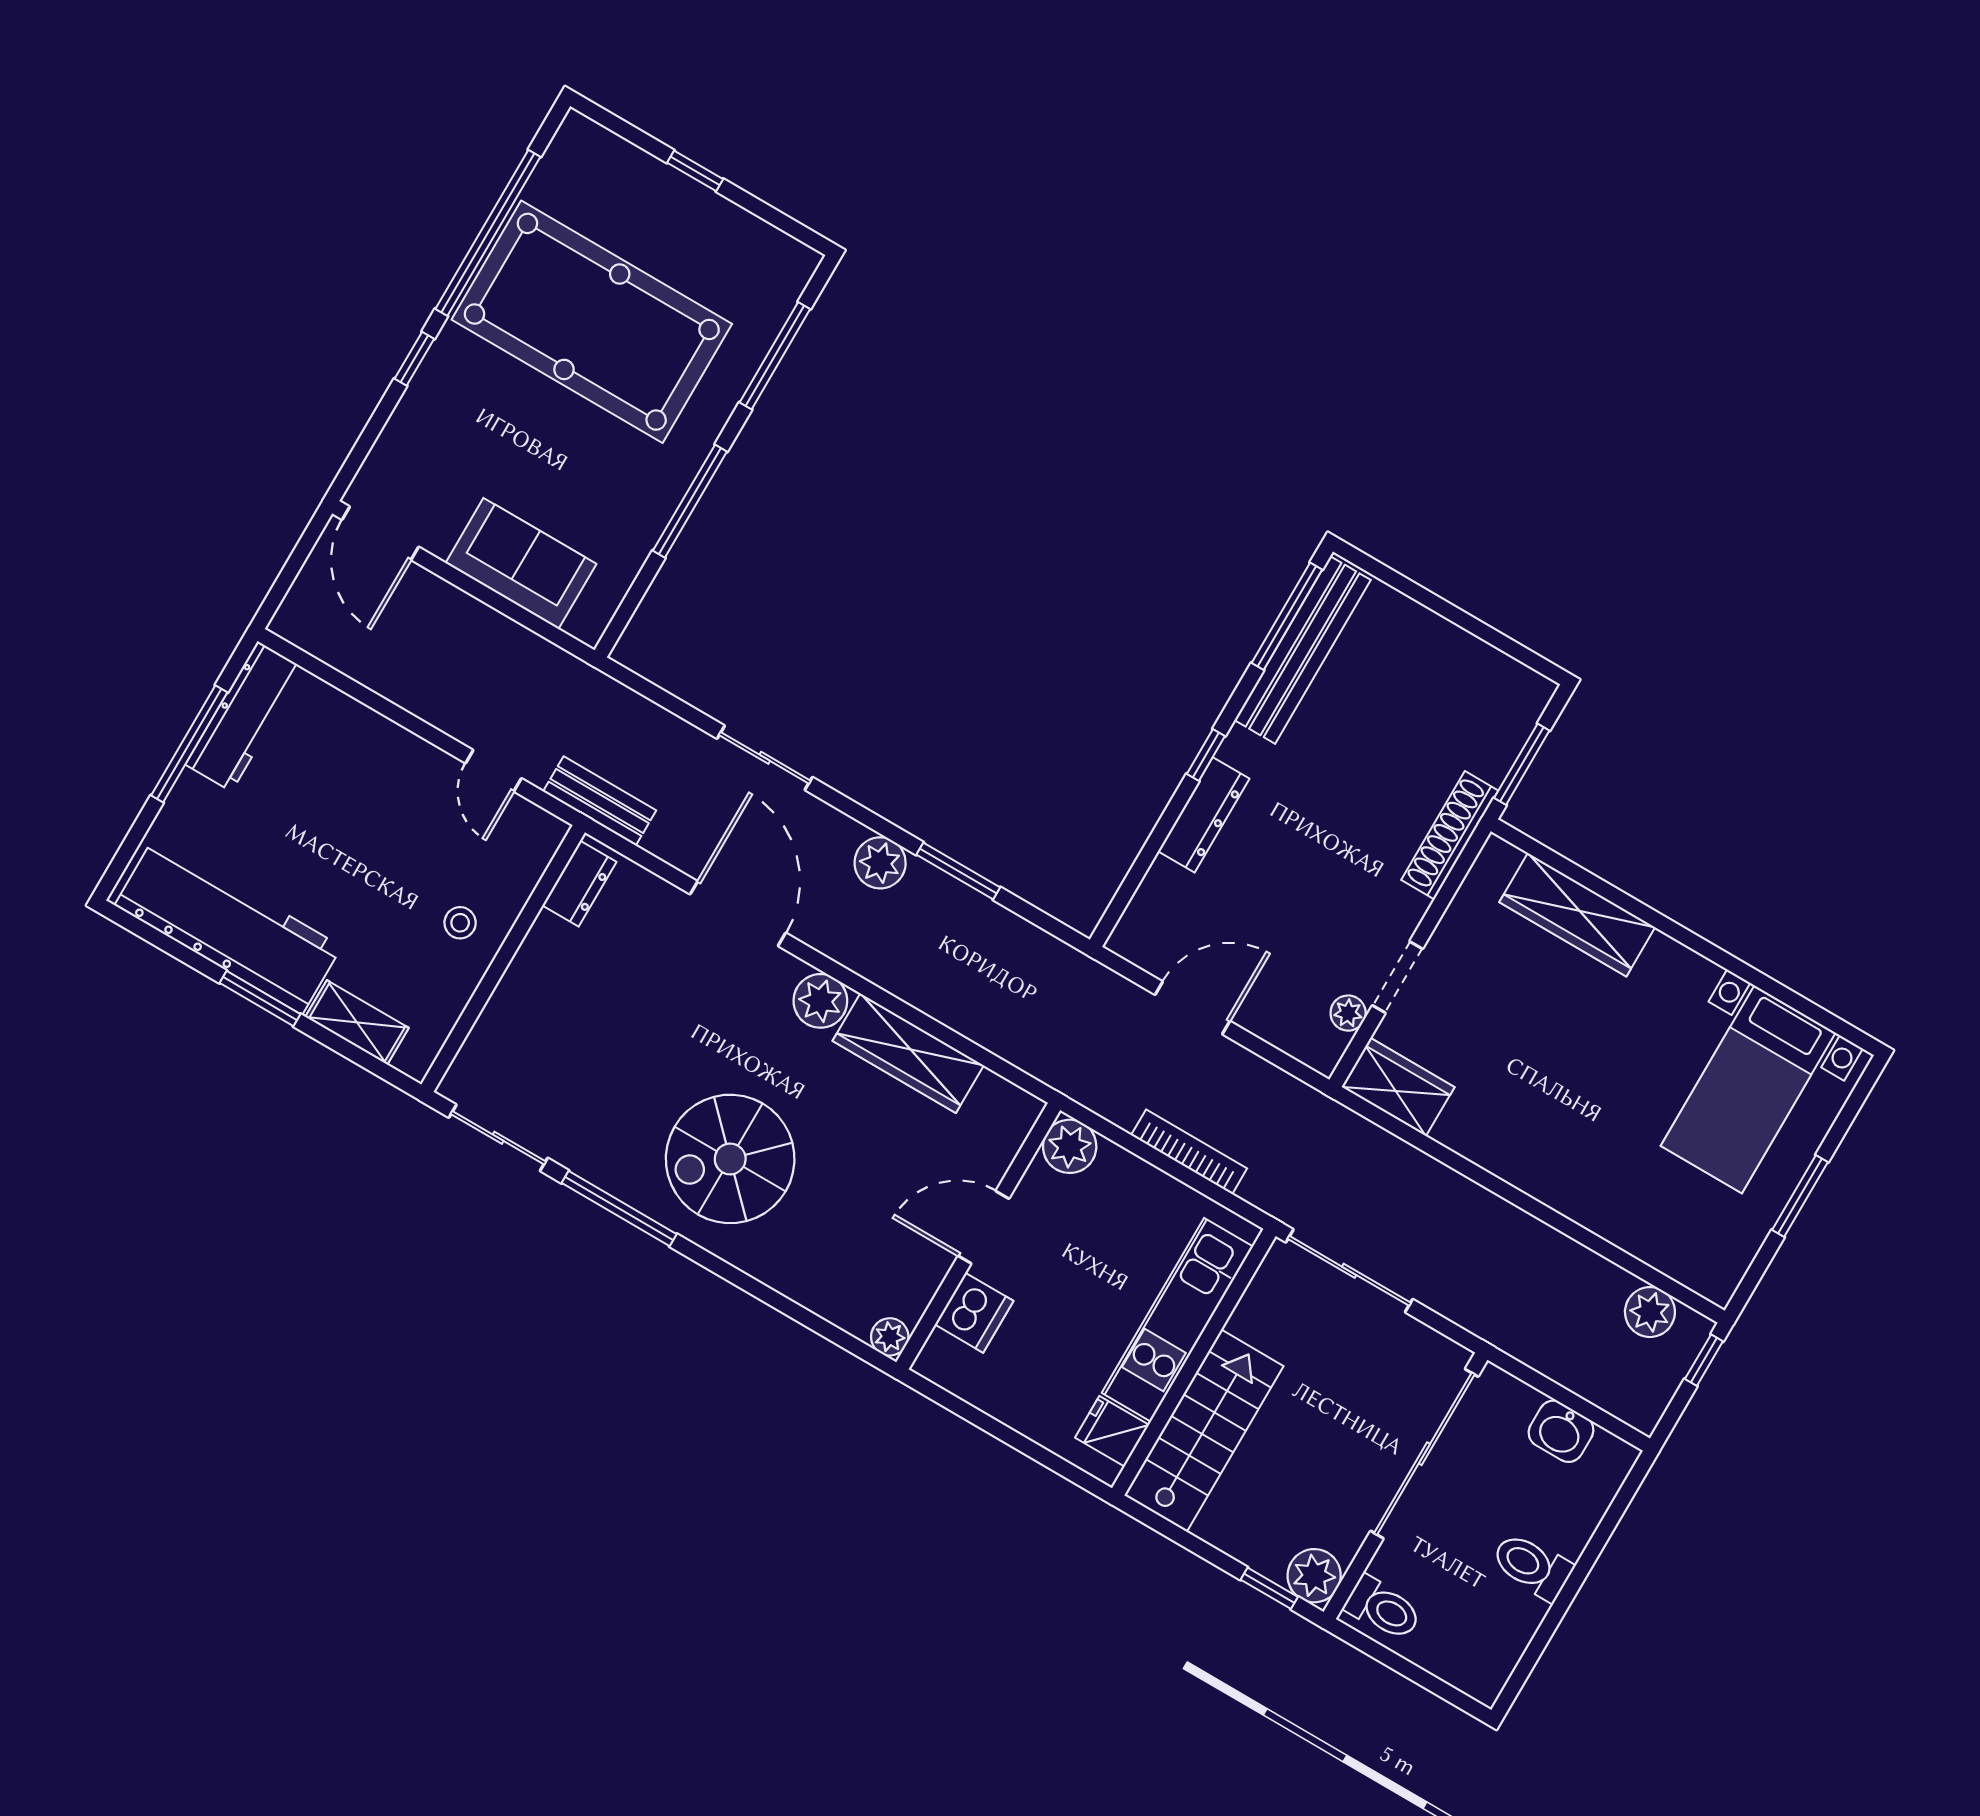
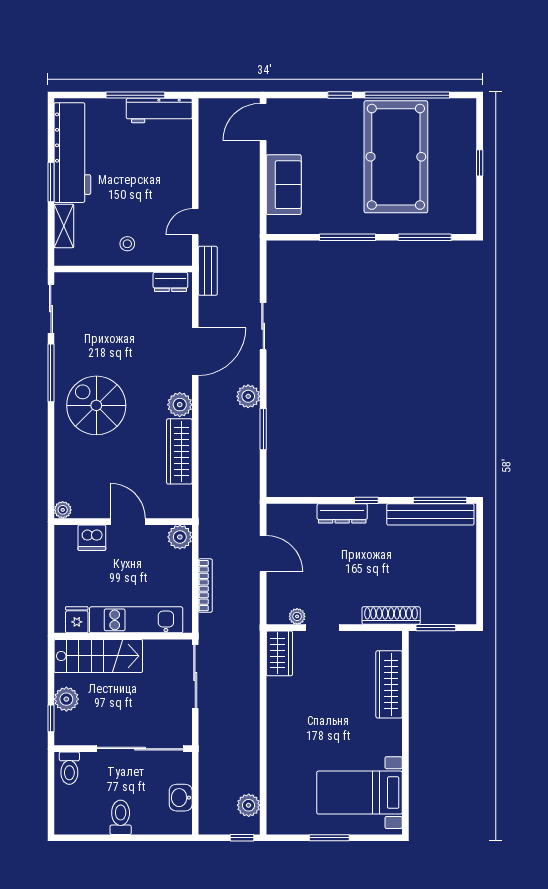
plant: (1314, 1576) -> (66, 699), moved

